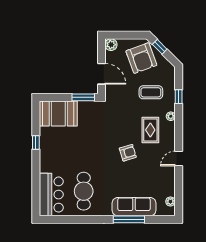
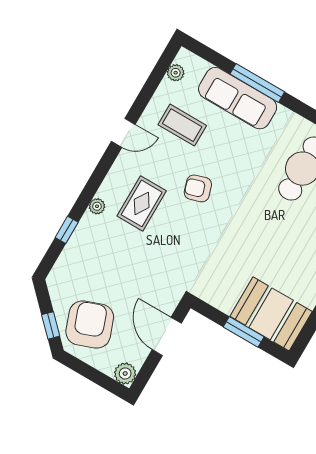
coffee table: (151, 92) -> (182, 125), moved
window: (83, 97) -> (244, 332), moved

